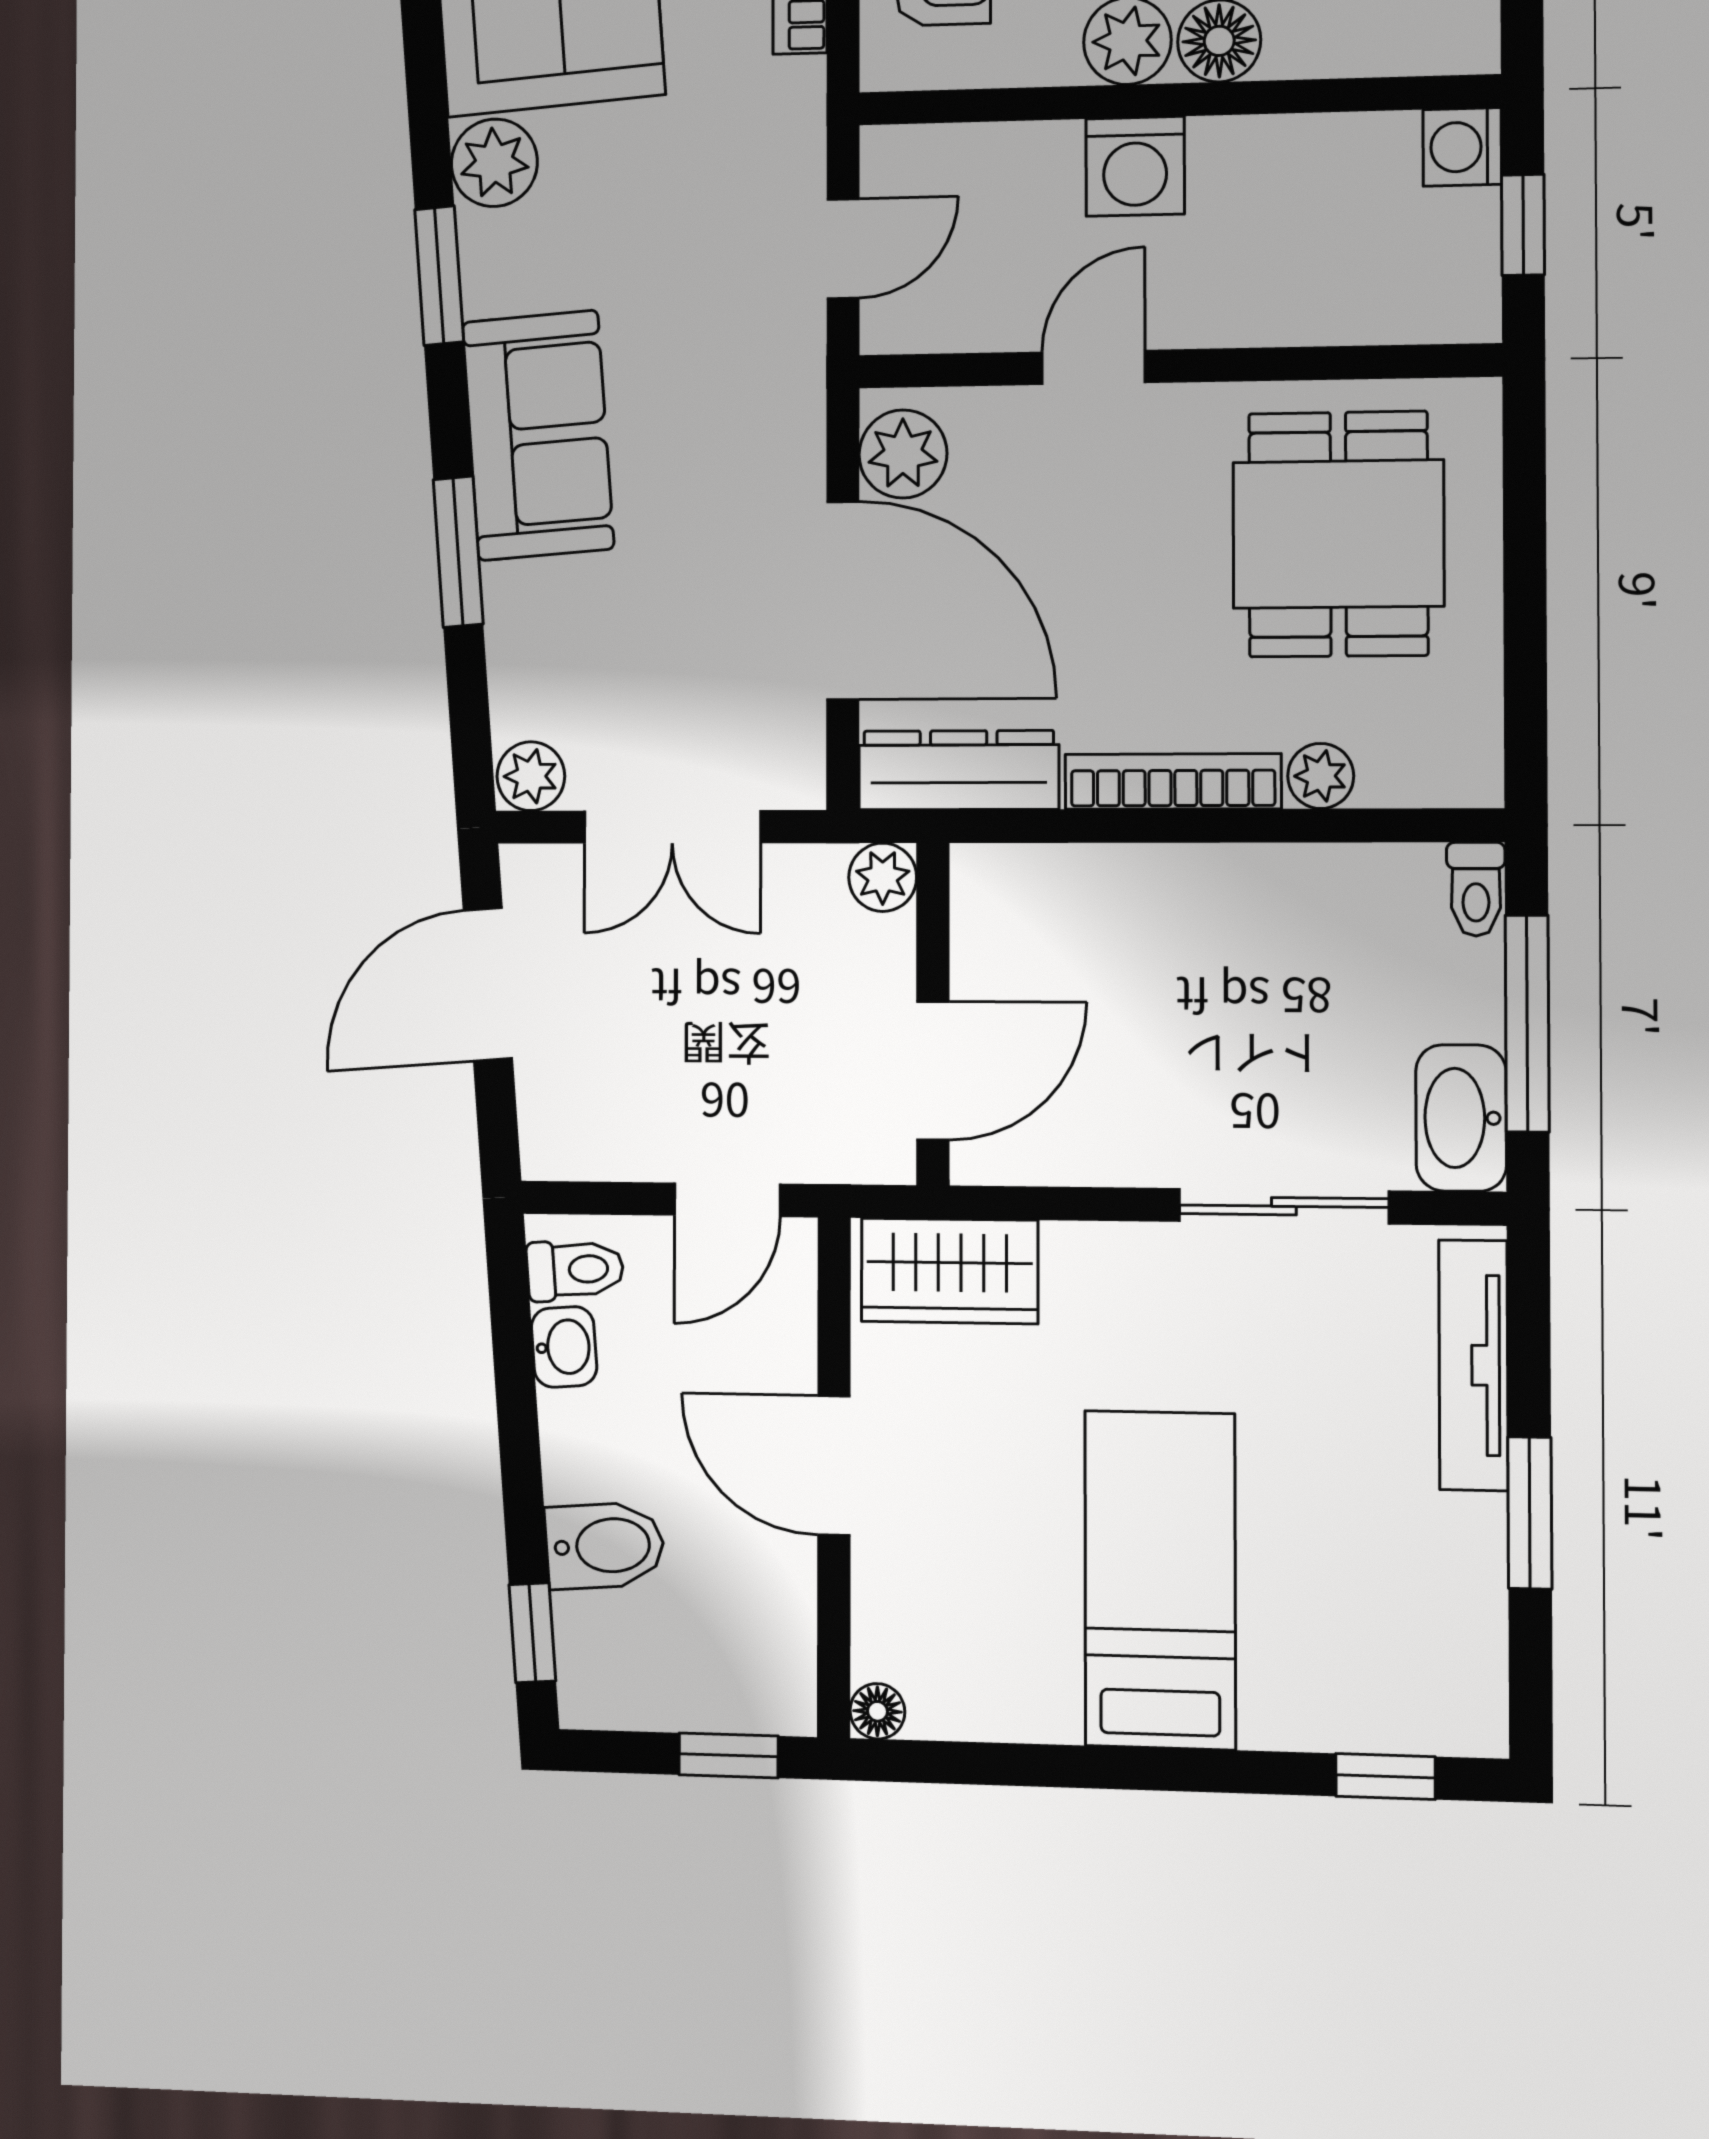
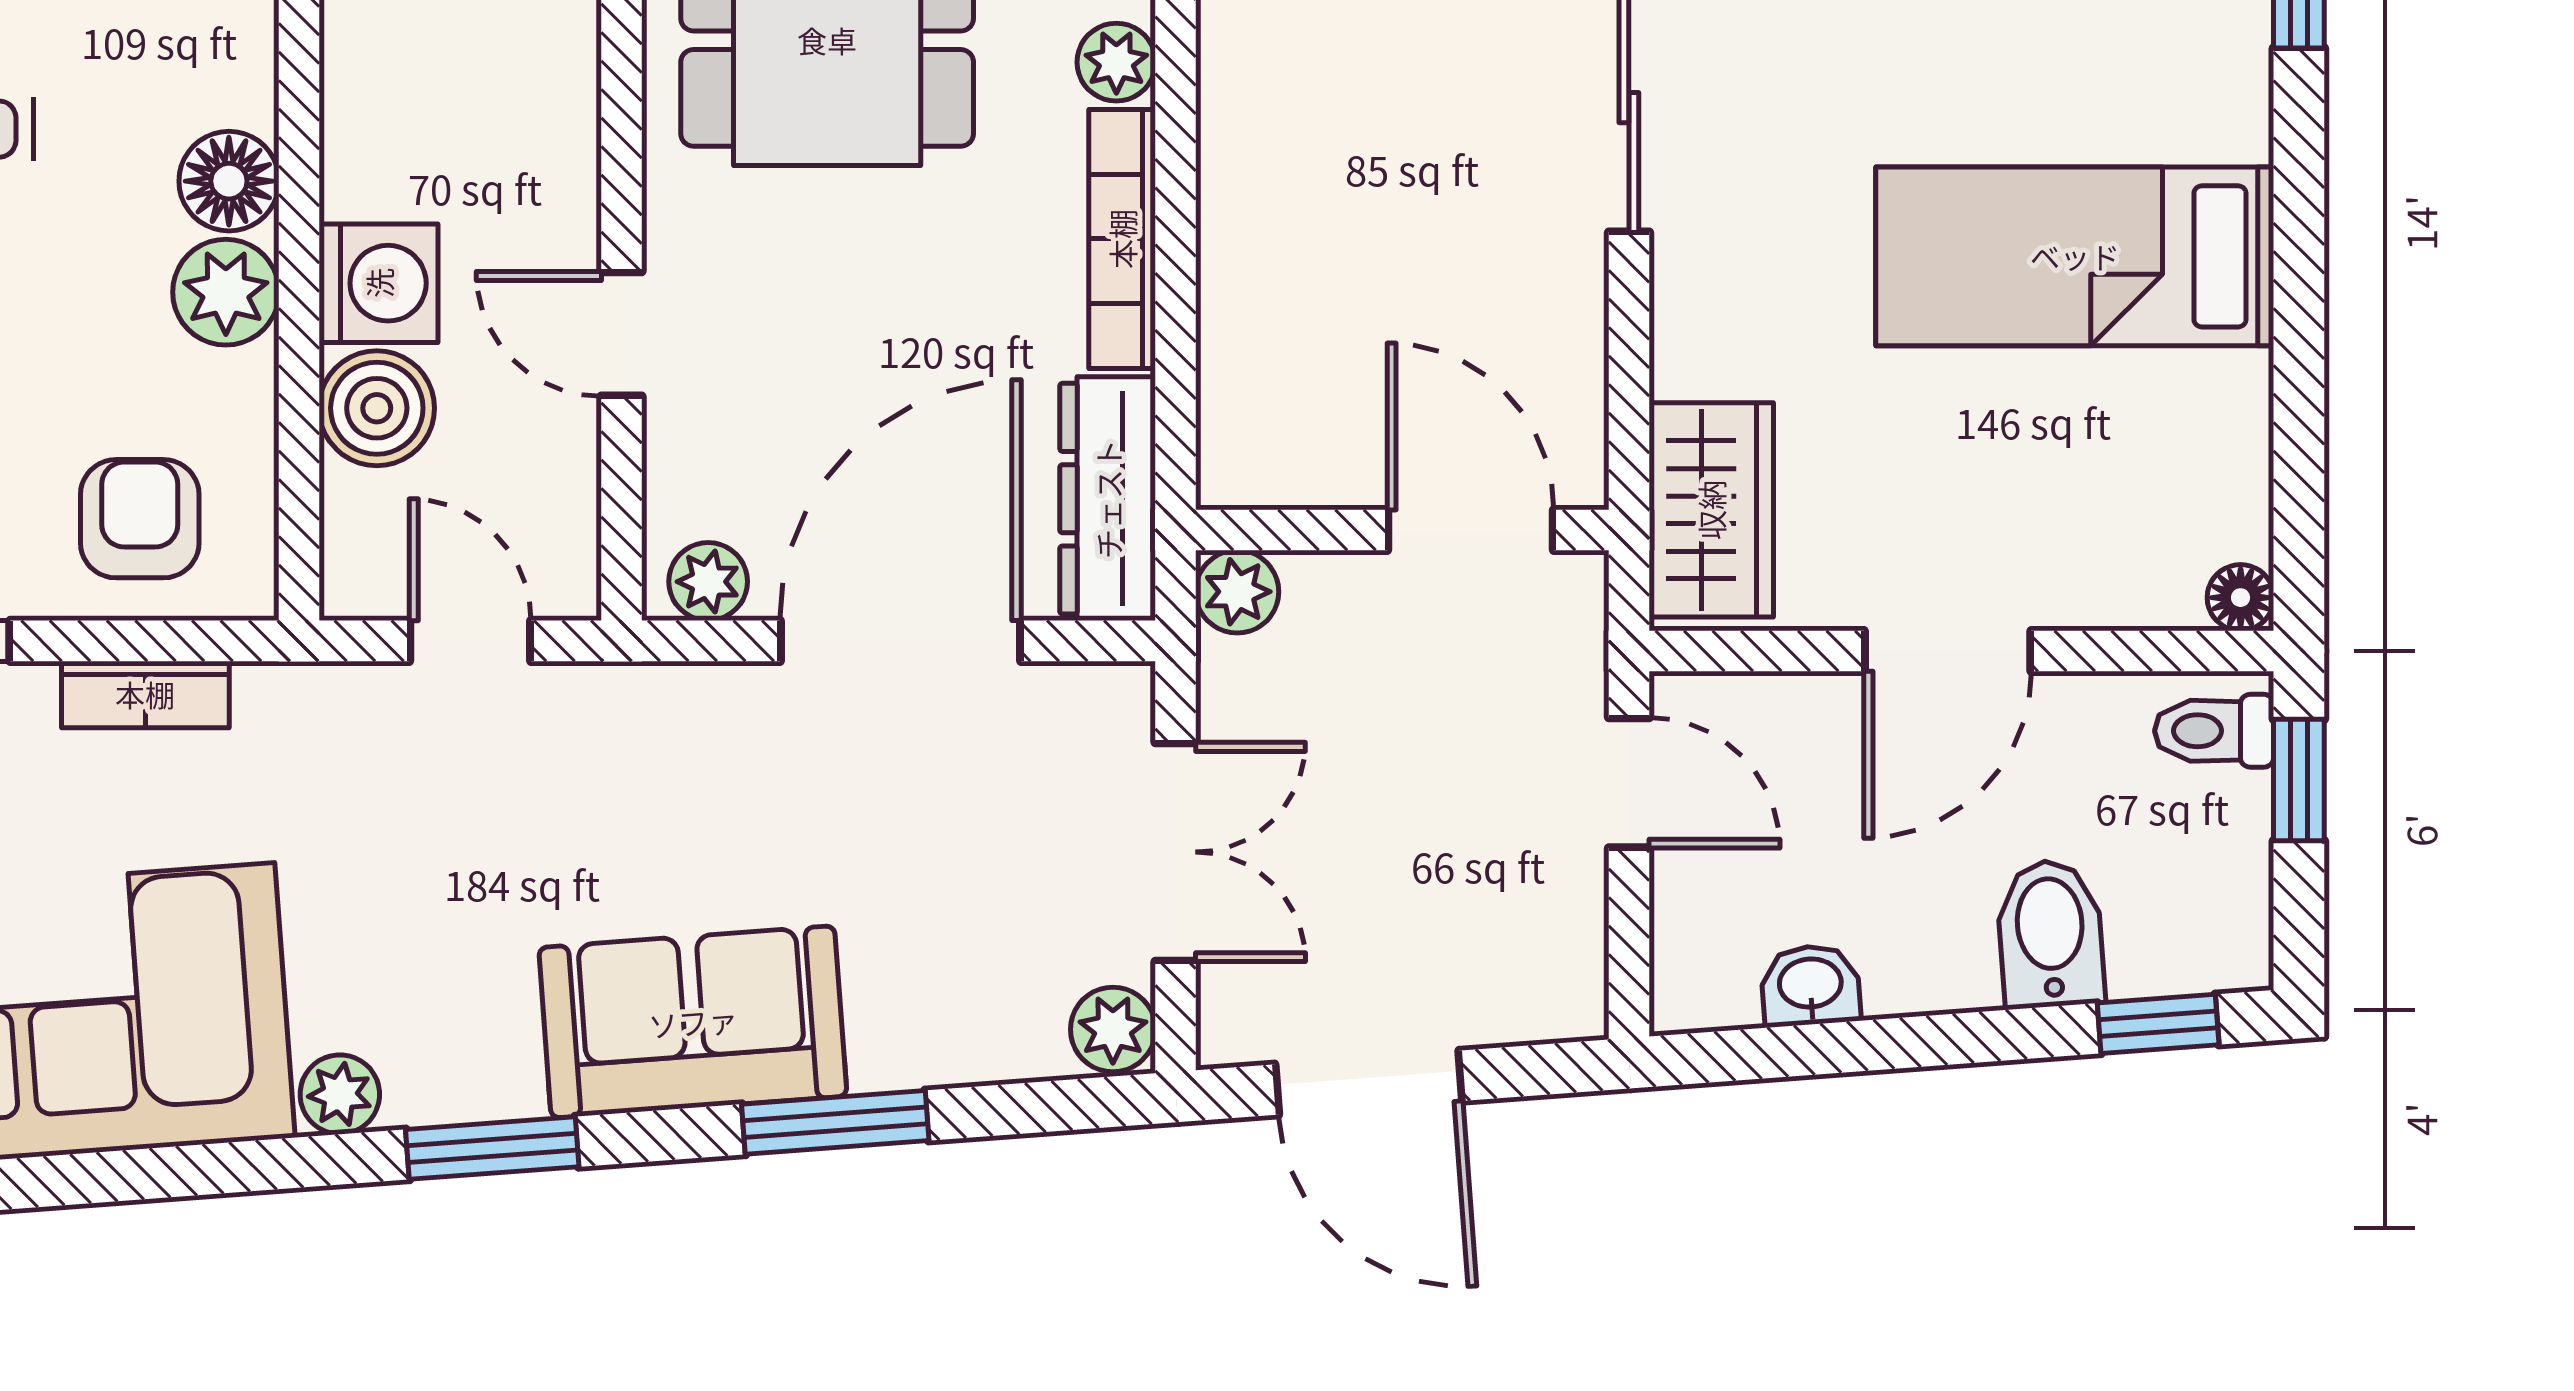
plant: (494, 163) -> (340, 1094), width x0.73, depth x0.73
boiler: (1032, 168) -> (377, 408), added
plant: (903, 454) -> (708, 582), width x0.73, depth x0.73
toilet: (575, 1270) -> (2214, 731), moved, turned -86

